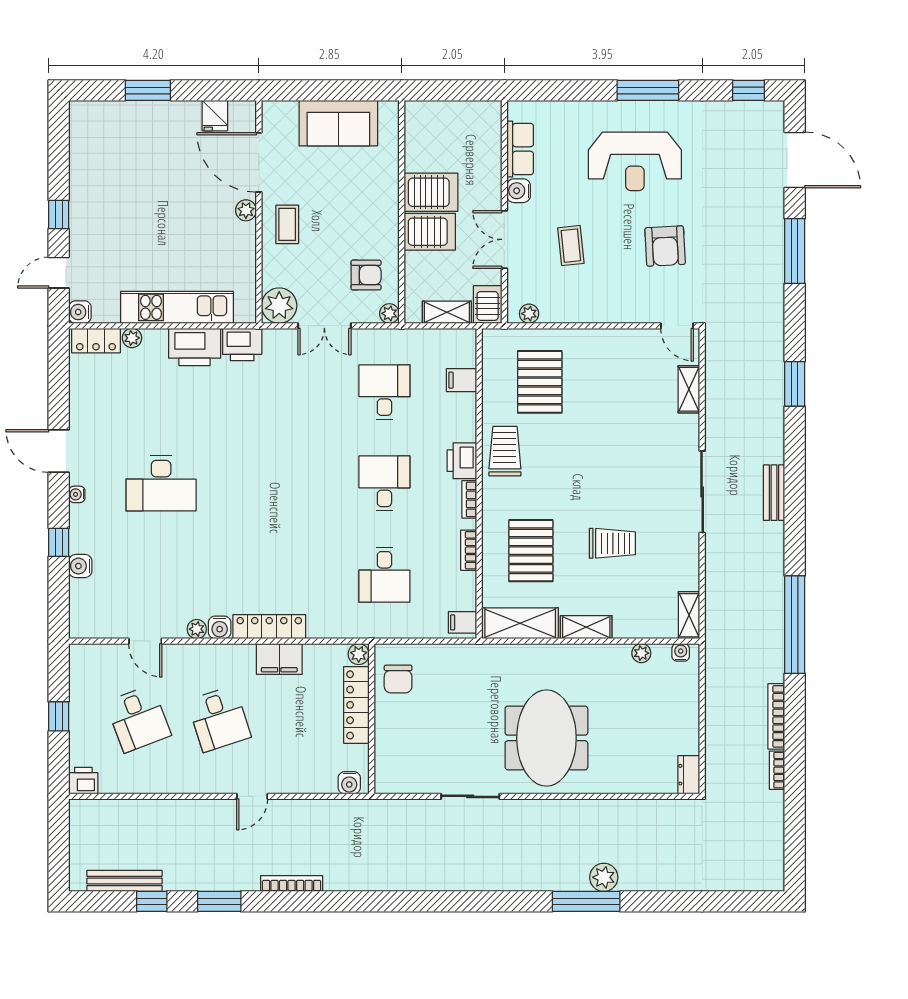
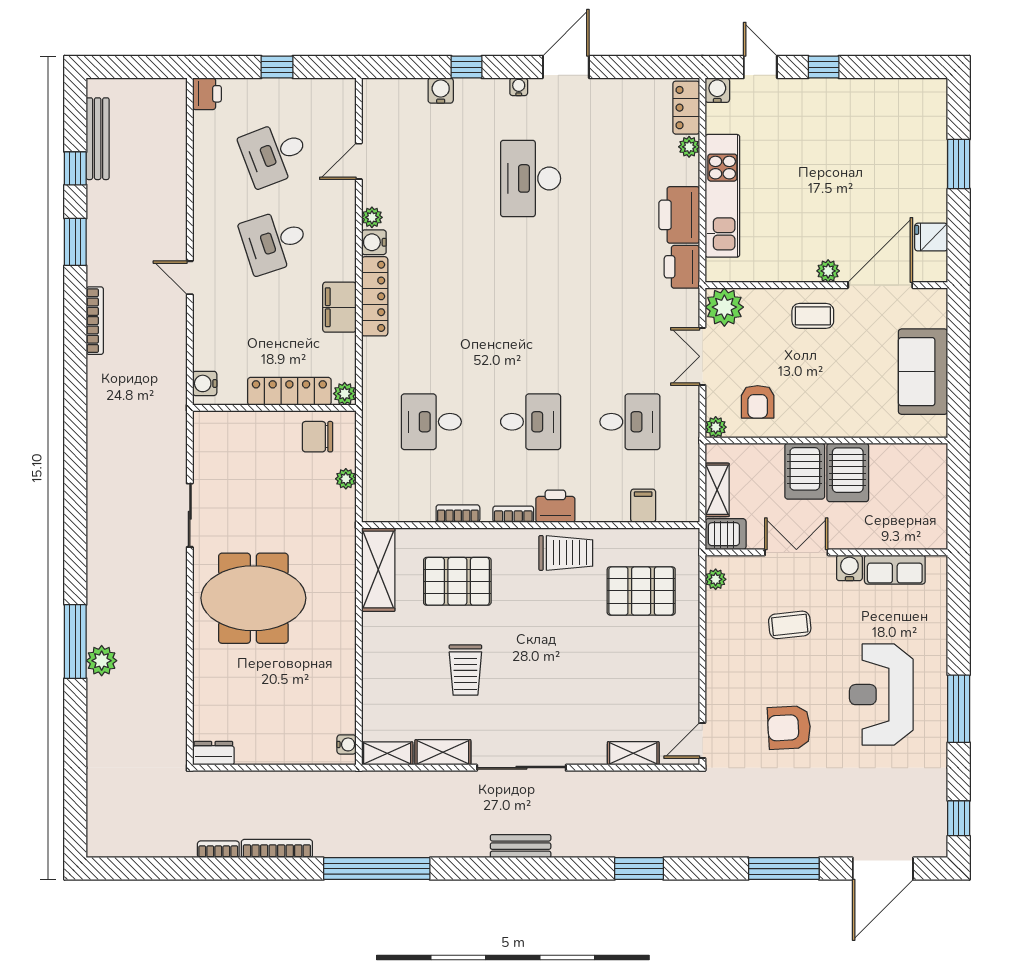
filing cabinet: (462, 622) -> (379, 507), removed
shelving: (586, 627) -> (443, 752), moved, turned 90
plant: (641, 653) -> (346, 479), moved

